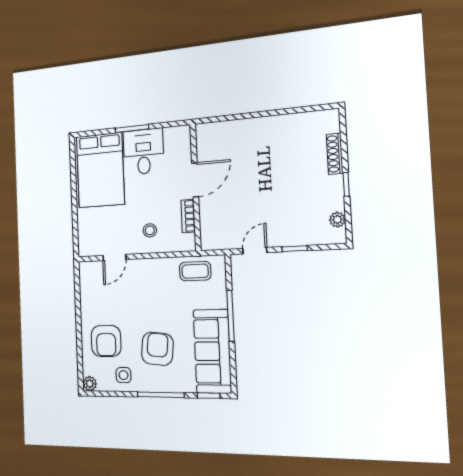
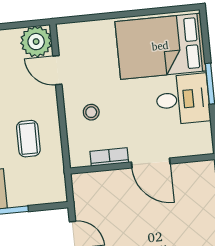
coffee table: (195, 271) -> (28, 139), moved
plant: (91, 274) -> (36, 42), added

